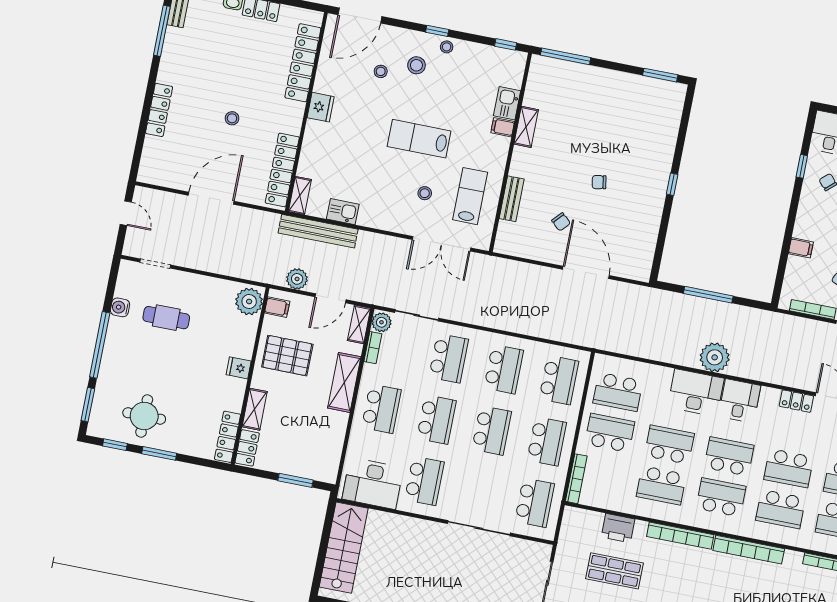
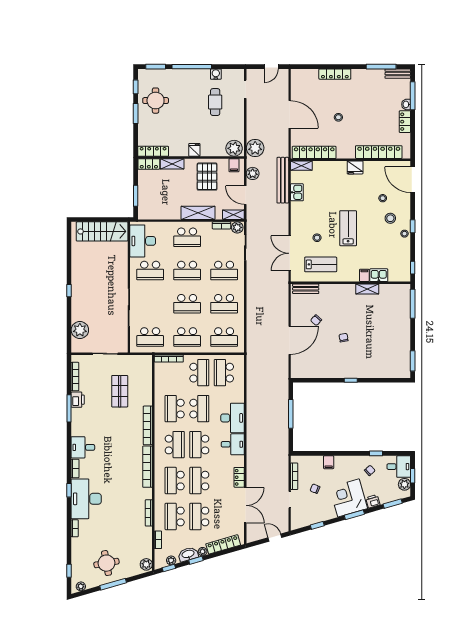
bench: (512, 199) -> (306, 289), moved
plant: (715, 357) -> (255, 148), moved
school desk: (729, 456) -> (199, 445), turned 180
printer: (618, 528) -> (145, 388), removed

